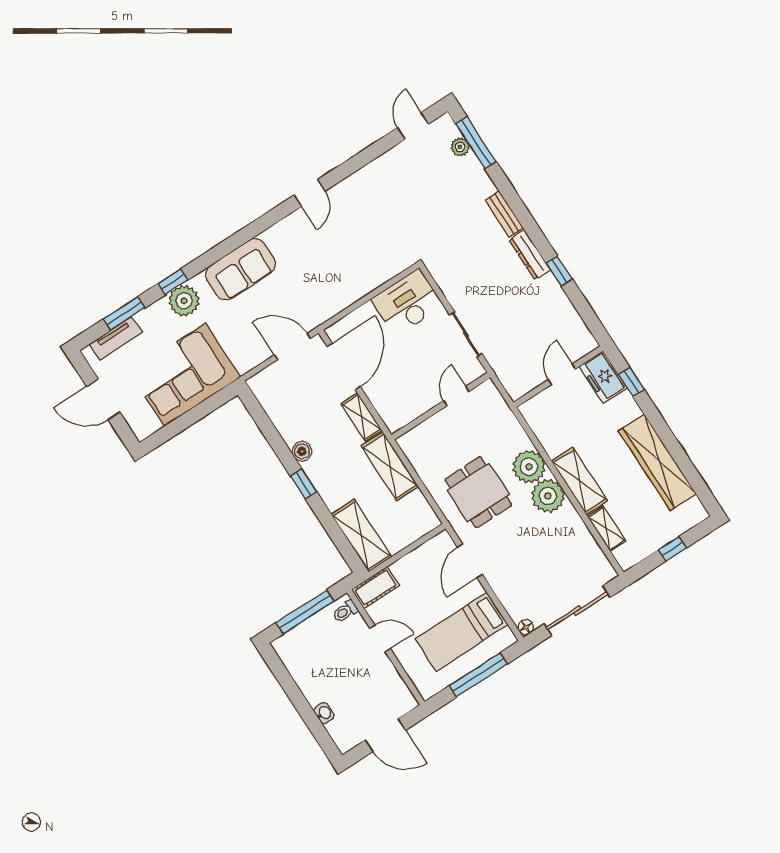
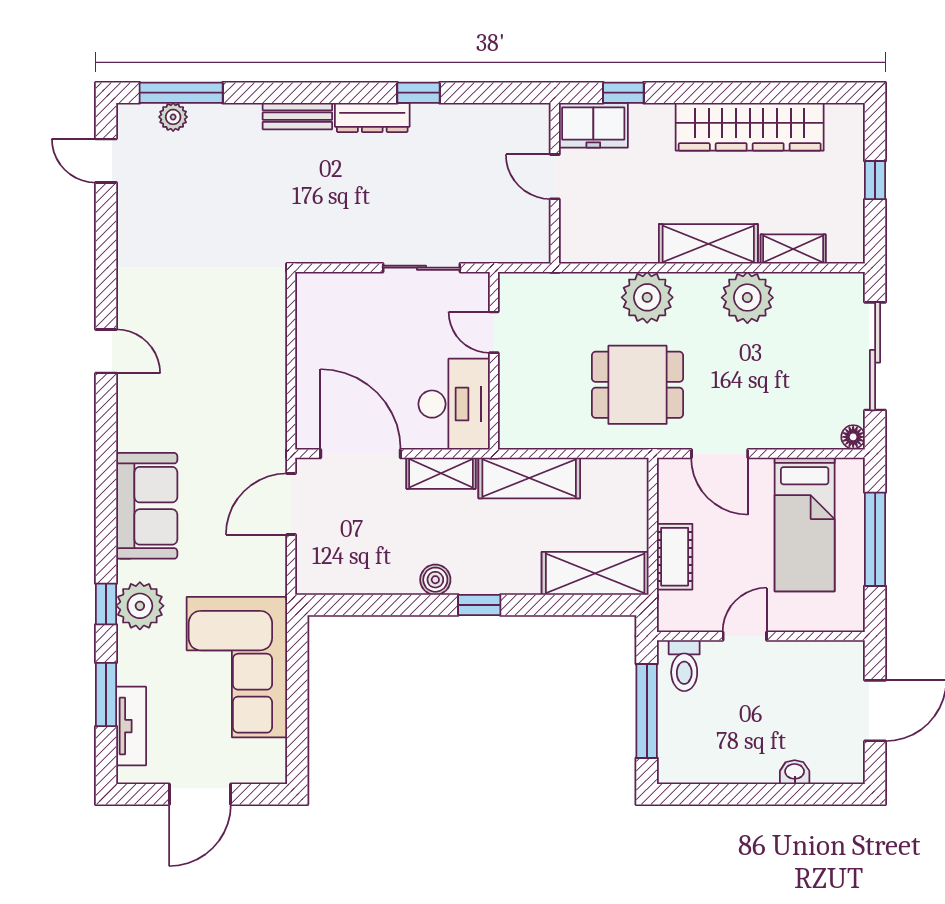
desk: (407, 303) -> (454, 404), moved, turned 180
plant: (548, 496) -> (747, 298), moved
cot: (375, 588) -> (675, 557), moved
toilet: (345, 611) -> (684, 666), width x1.37, depth x1.39

